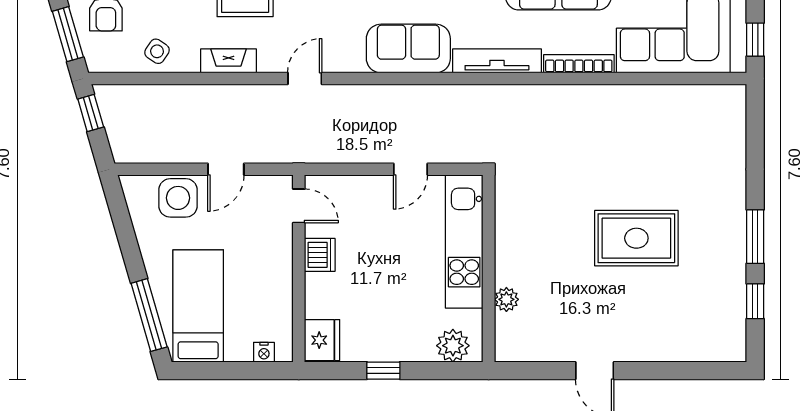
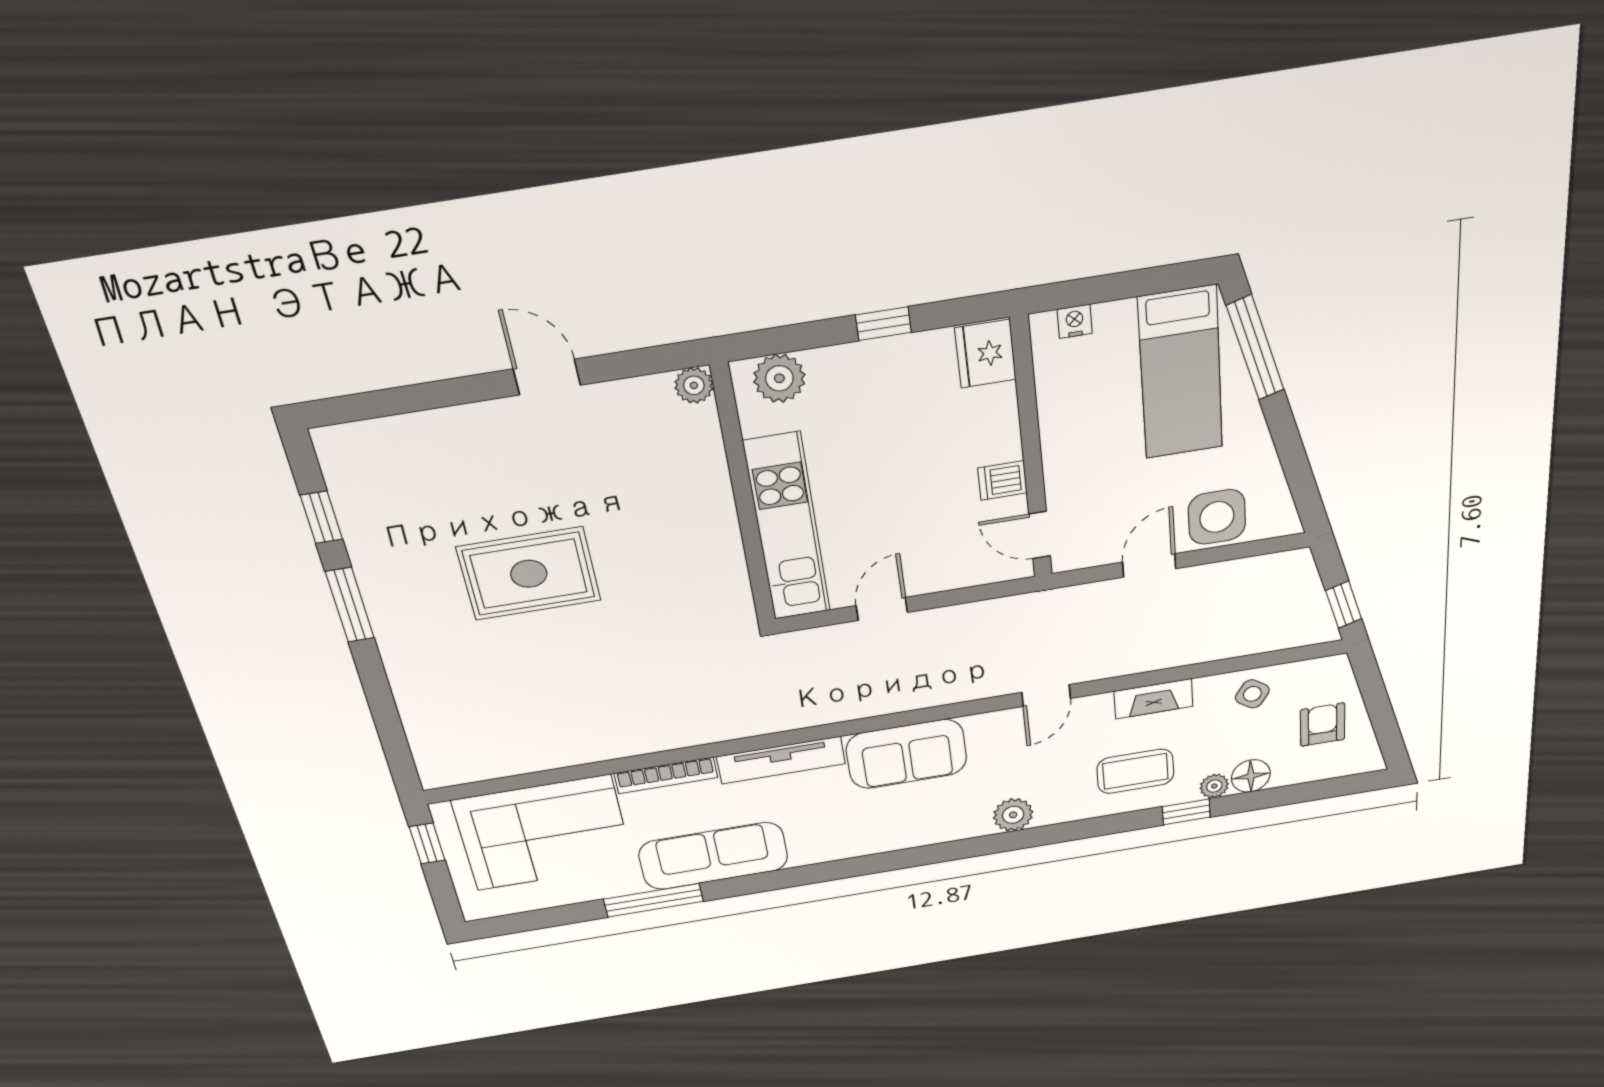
window: (68, 34) -> (1374, 694), removed
dishwasher: (320, 255) -> (1002, 481), width x0.73
plant: (506, 299) -> (694, 385), moved

